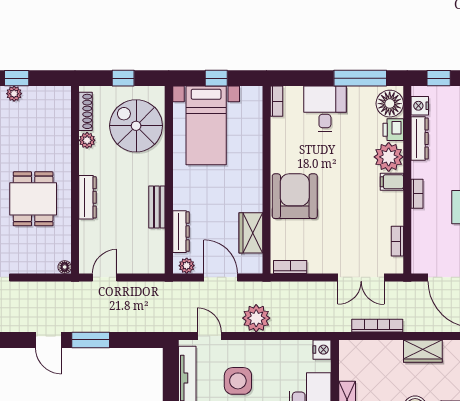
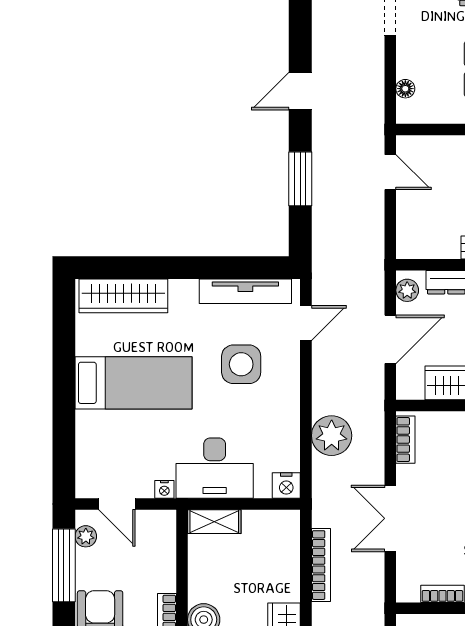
floor lamp: (65, 267) -> (405, 89), moved
double door: (361, 277) -> (390, 518), moved
plant: (256, 318) -> (332, 436), moved
window: (91, 340) -> (300, 179), moved

